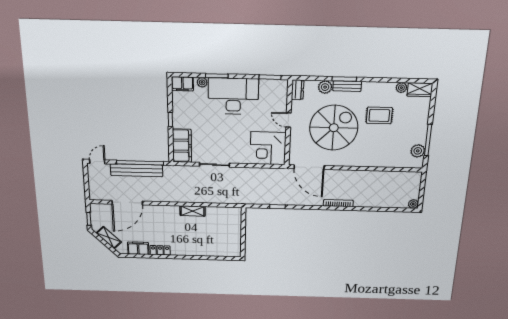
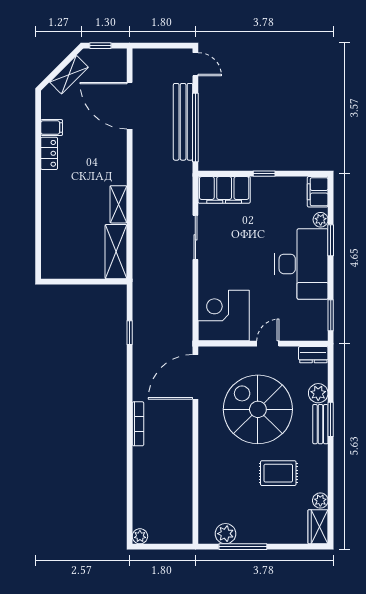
rug: (379, 115) -> (278, 473), turned 90
spiral stairs: (334, 128) -> (258, 409), turned 180
shelving: (224, 213) -> (116, 252), added
filing cabinet: (138, 248) -> (52, 128), width x0.50

